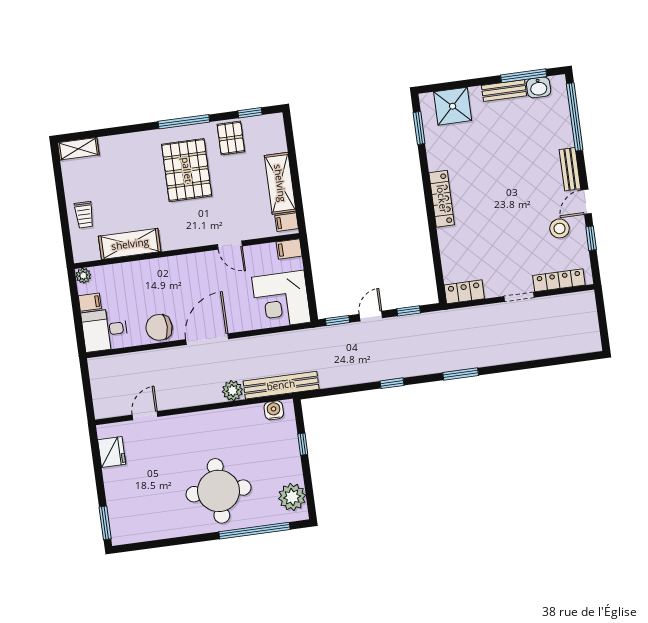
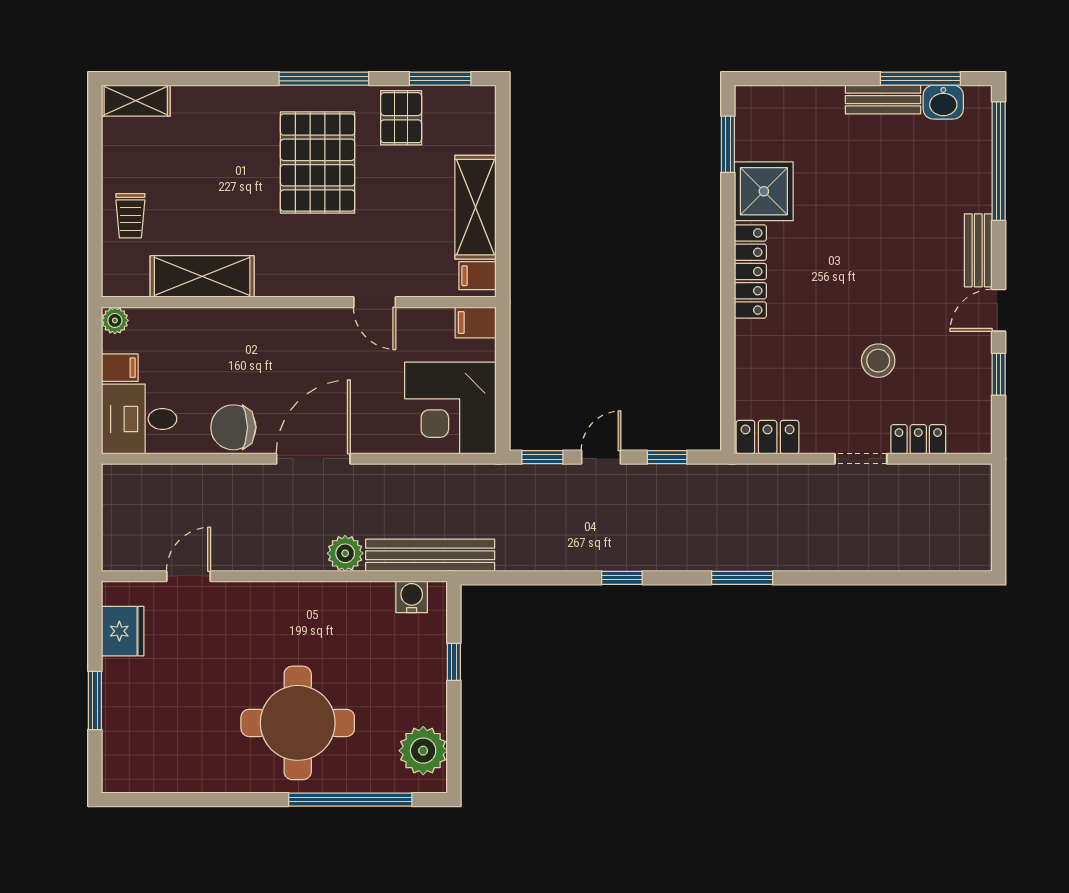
shower: (453, 106) -> (764, 191), moved
window: (250, 113) -> (440, 79), width x1.50
stool: (560, 228) -> (878, 361), moved
locker: (559, 280) -> (918, 439), width x0.66
window: (105, 523) -> (95, 700), moved

